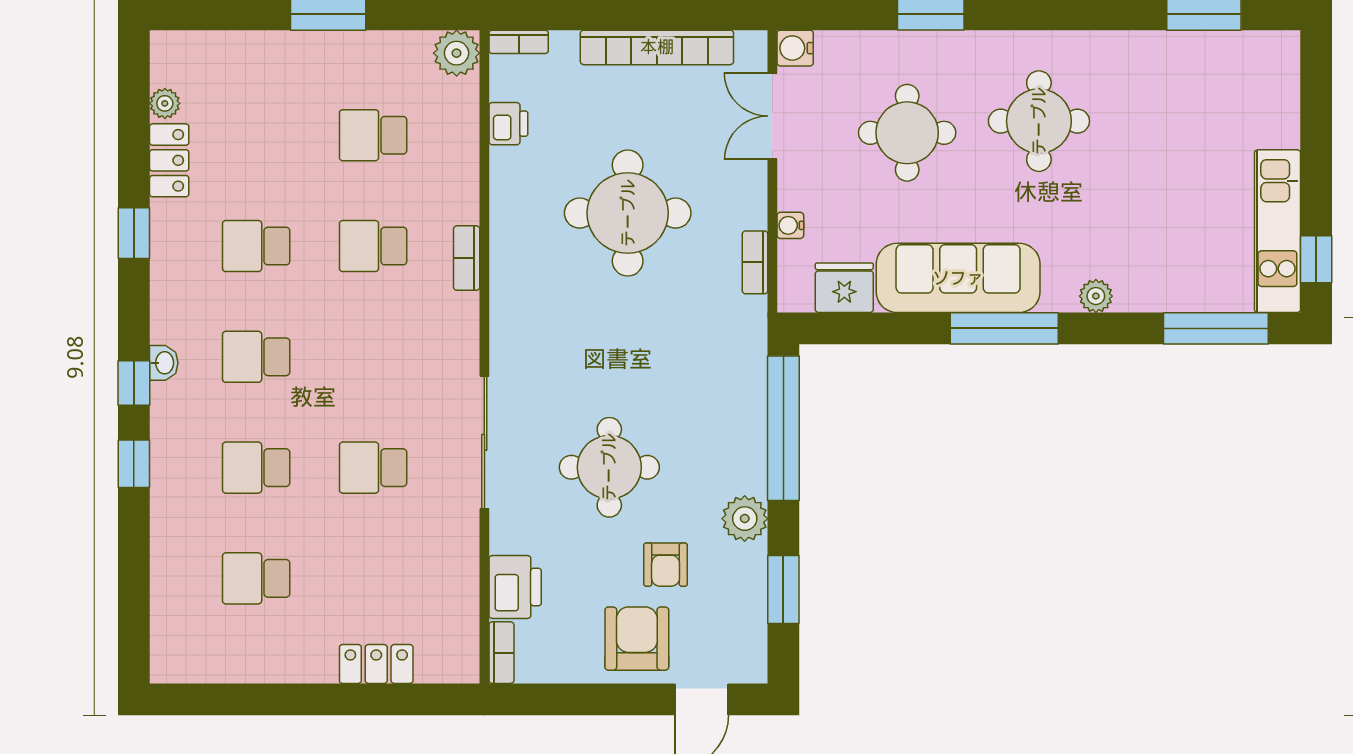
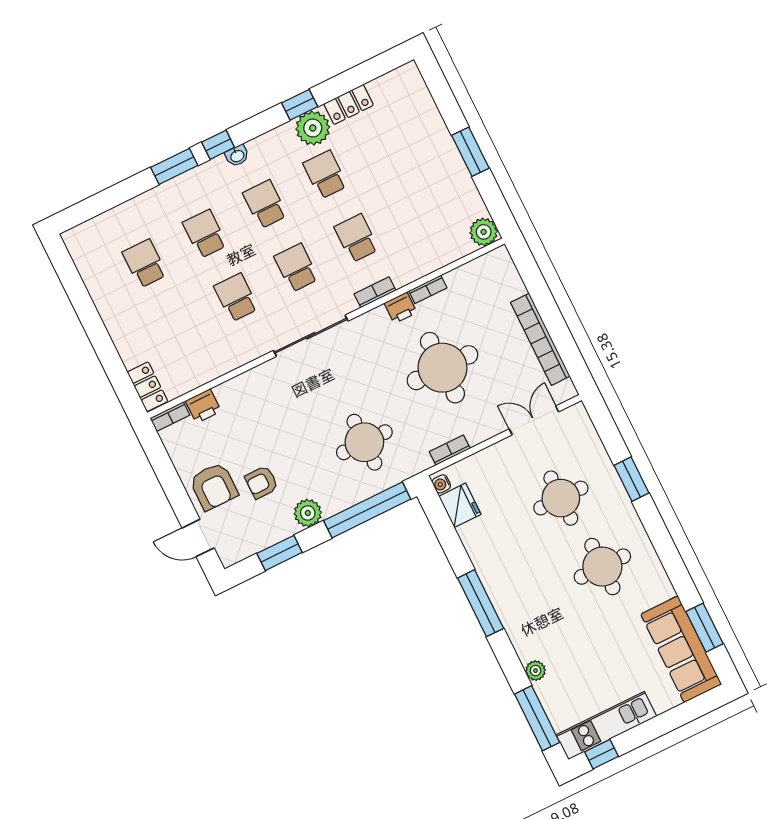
bookcase: (519, 42) -> (428, 289), moved, turned -90
water cooler: (795, 48) -> (577, 415), removed
plant: (165, 103) -> (313, 128), moved, width x1.87, depth x1.87
printer: (508, 124) -> (400, 308), moved
school desk: (373, 135) -> (296, 268), moved
water cooler: (790, 225) -> (441, 484), moved, turned -90
sofa: (958, 278) -> (681, 649), moved, turned 180
plant: (1096, 296) -> (536, 671), moved
sliding door: (484, 442) -> (311, 336), moved
window: (134, 464) -> (174, 166), width x1.50
round table: (609, 467) -> (364, 442), moved
printer: (515, 587) -> (203, 406), width x0.73, depth x0.81
armchair: (637, 639) -> (214, 486), turned 90
locker: (376, 664) -> (147, 387), moved

